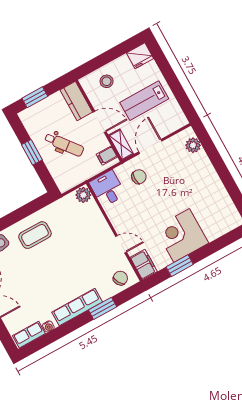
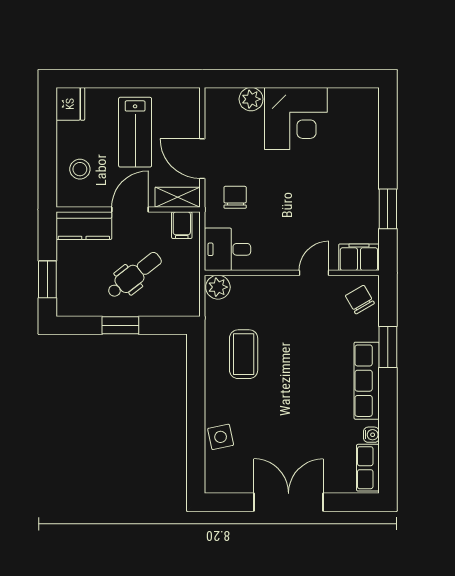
plant: (193, 145) -> (251, 99), moved
coffee table: (35, 235) -> (244, 354), moved
corner desk: (182, 235) -> (296, 119), moved, turned -90

